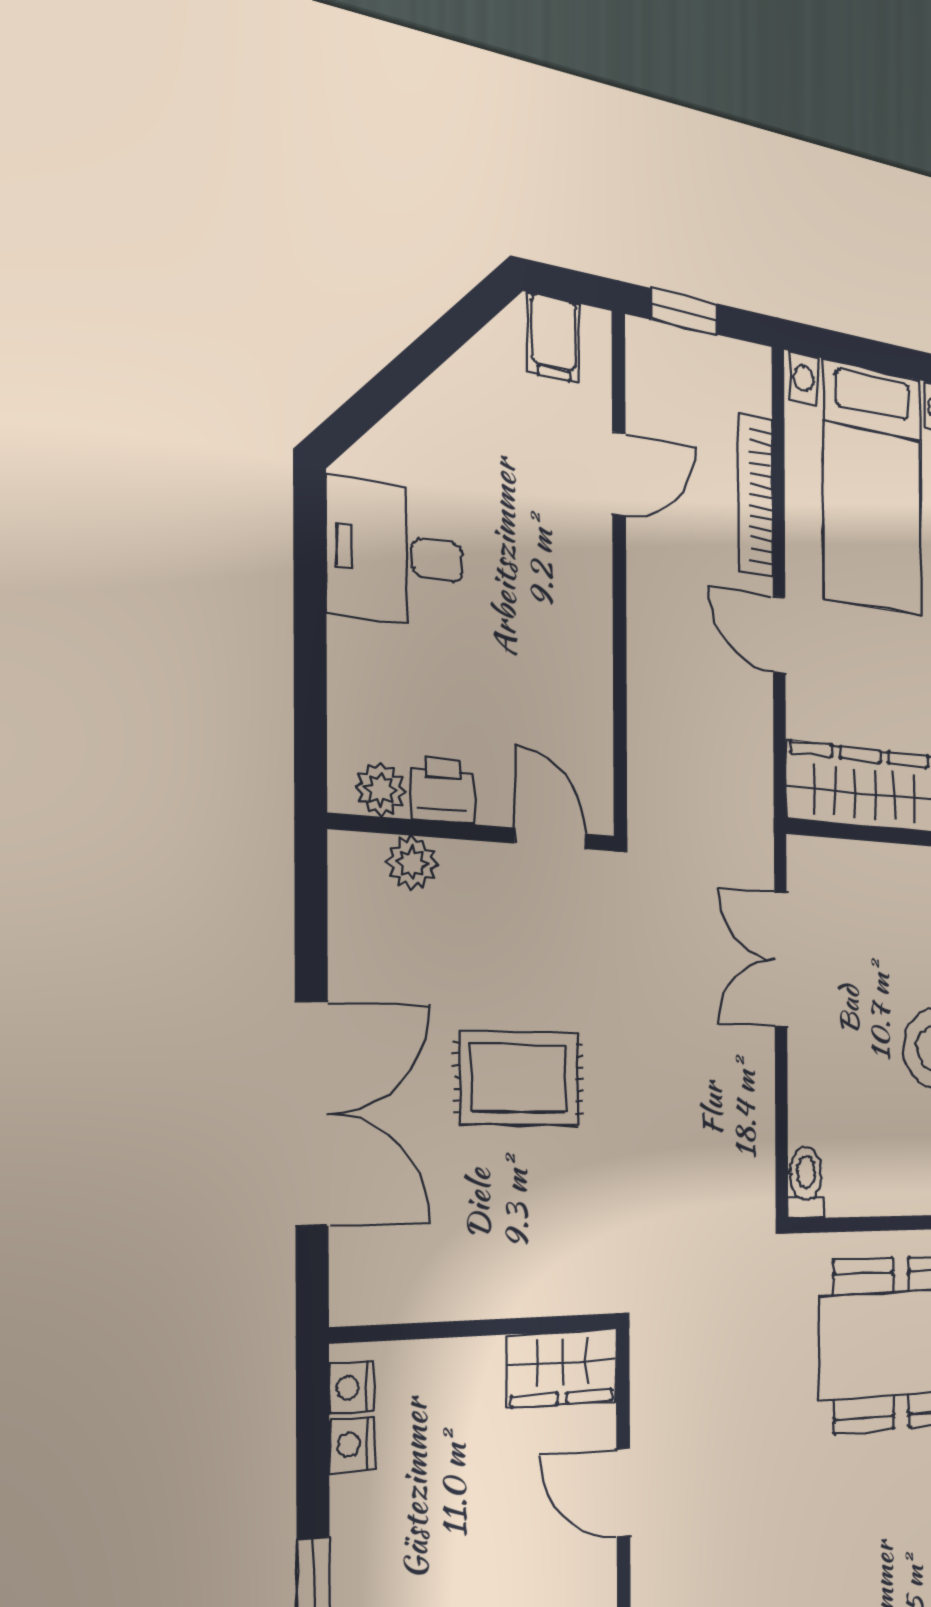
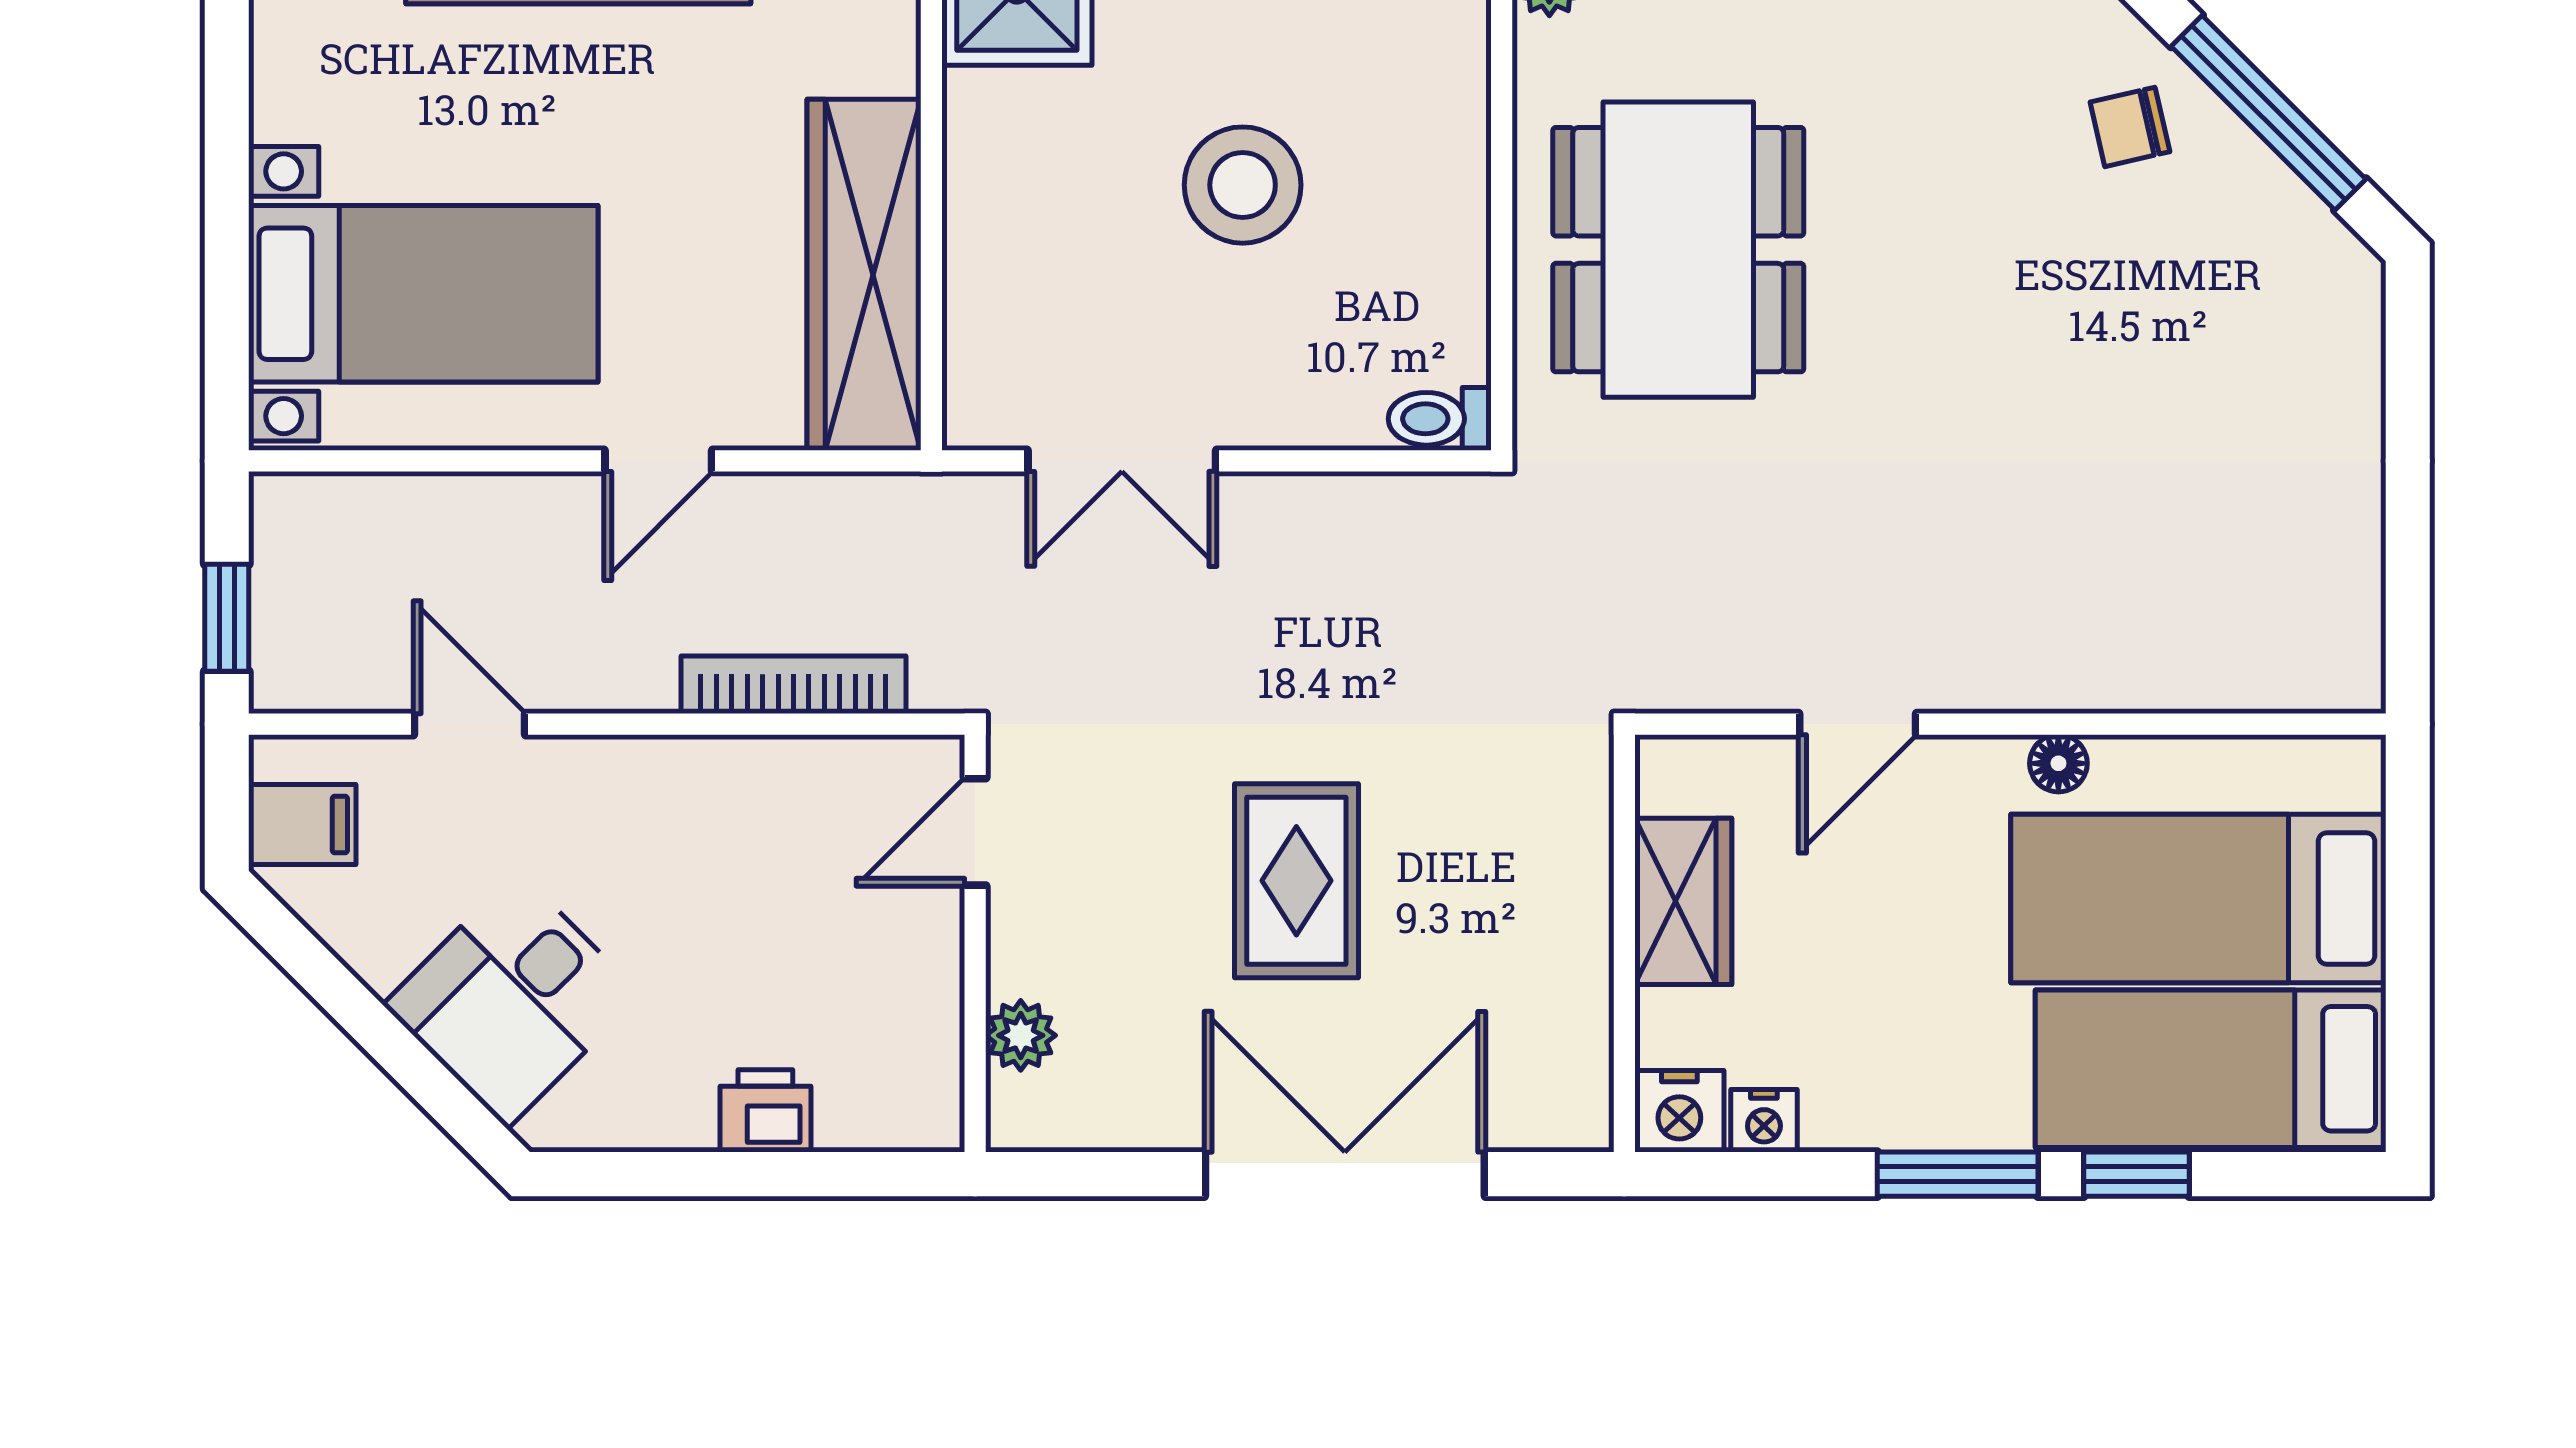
bookcase: (756, 496) -> (793, 685), moved, turned 180
desk: (395, 554) -> (512, 1000), moved, turned 45
plant: (381, 790) -> (930, 1079), removed
printer: (443, 790) -> (765, 1111), moved, turned 90
wardrobe: (562, 1368) -> (1683, 901), moved
nightstand: (351, 1388) -> (1679, 1111), width x1.39, depth x1.35

